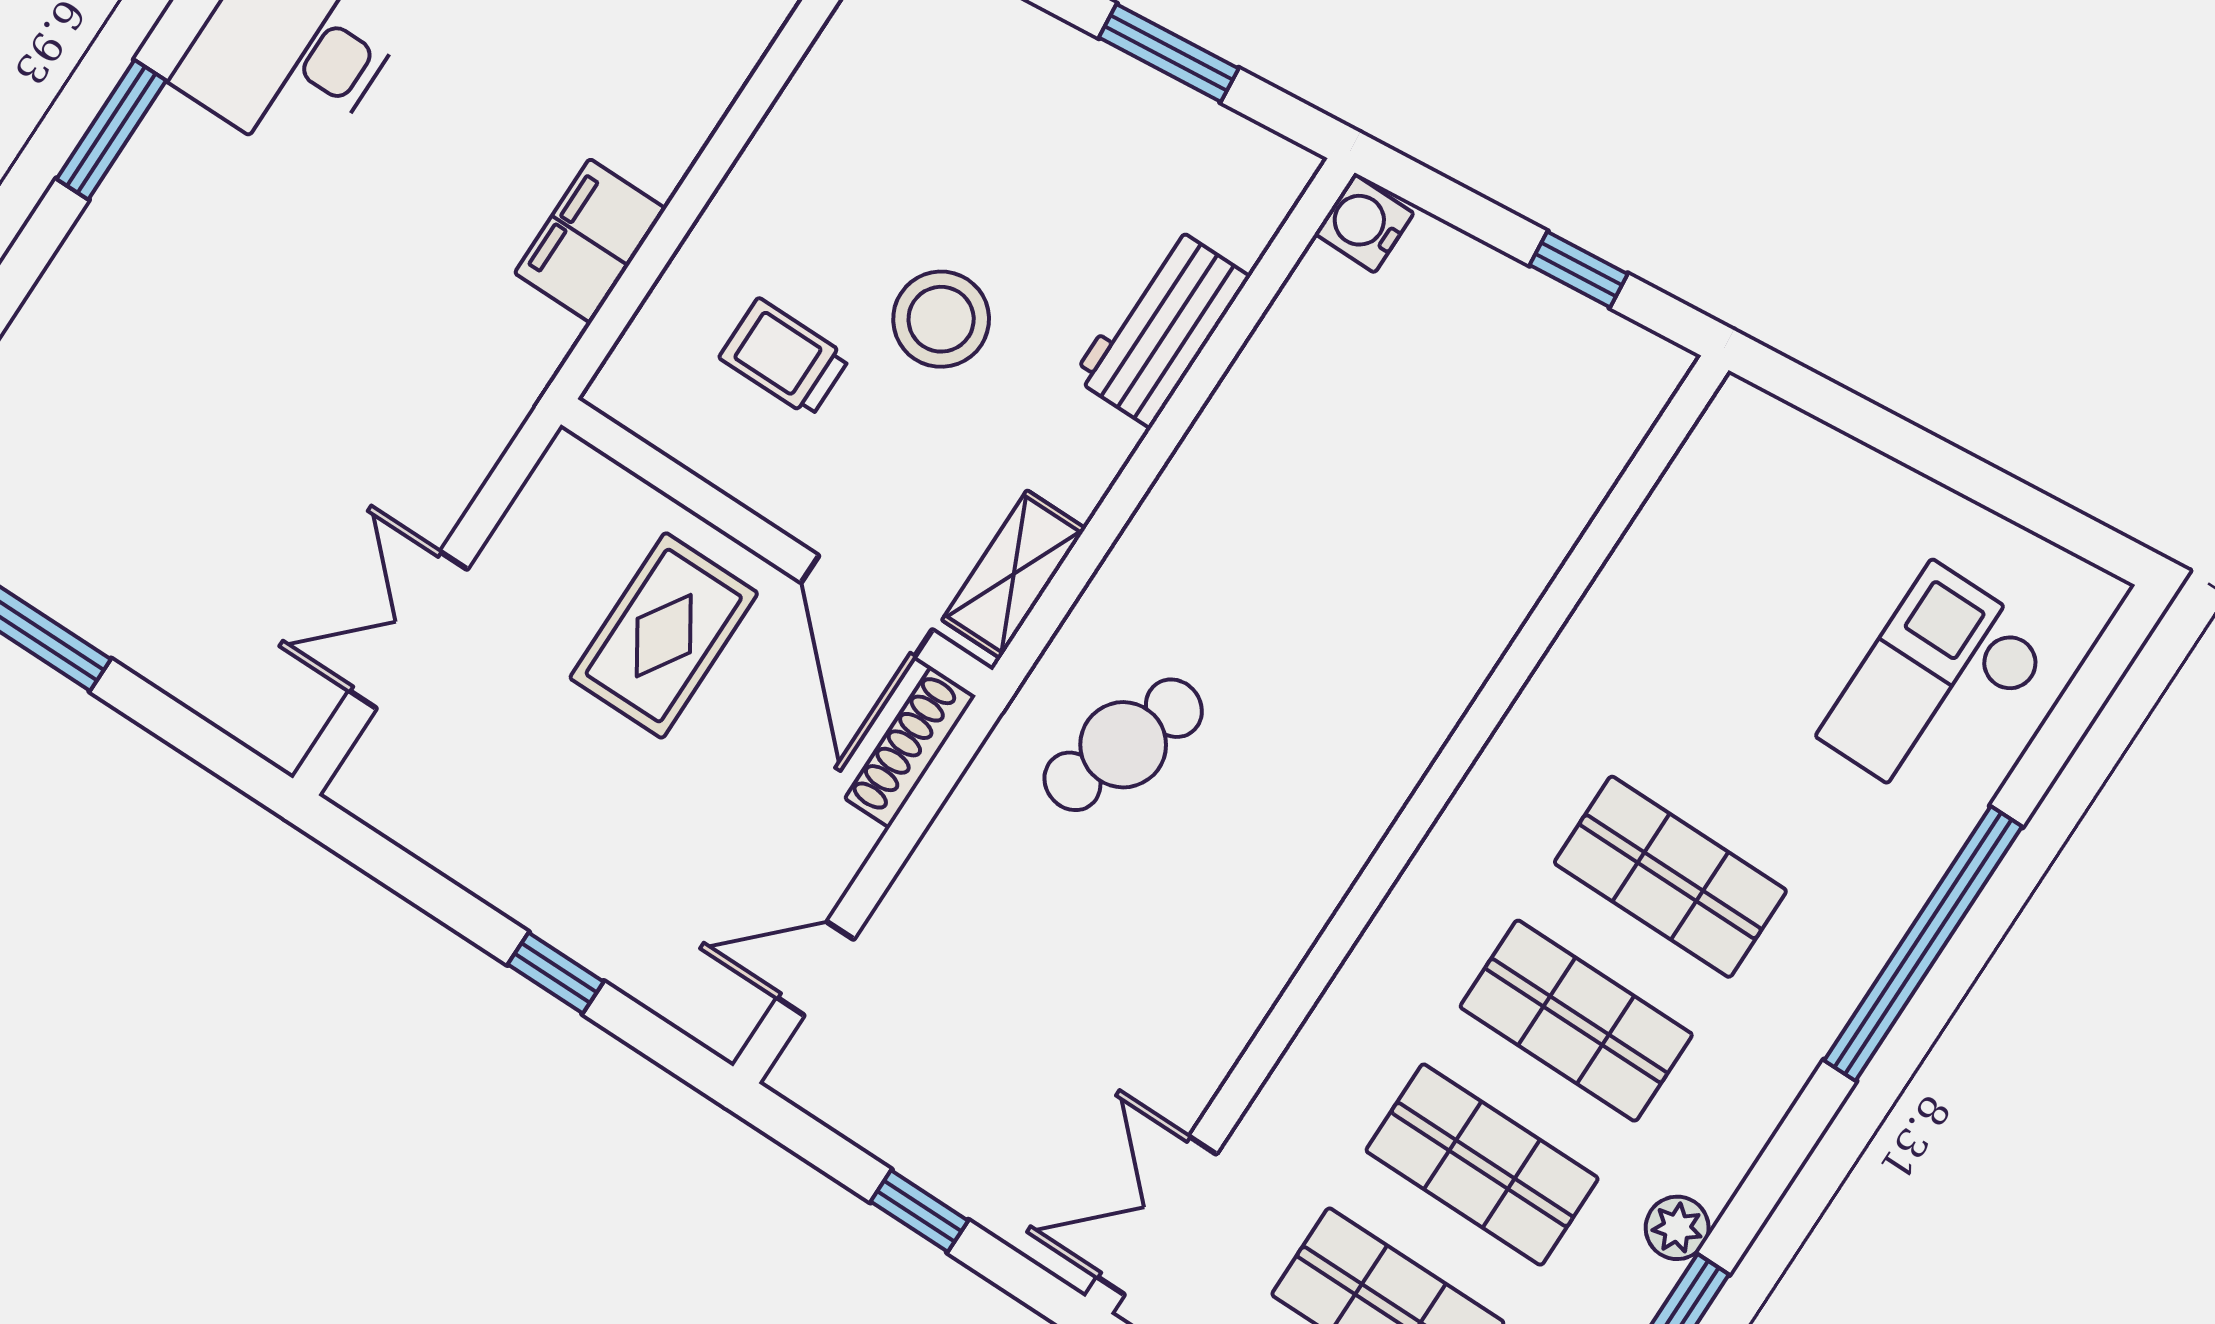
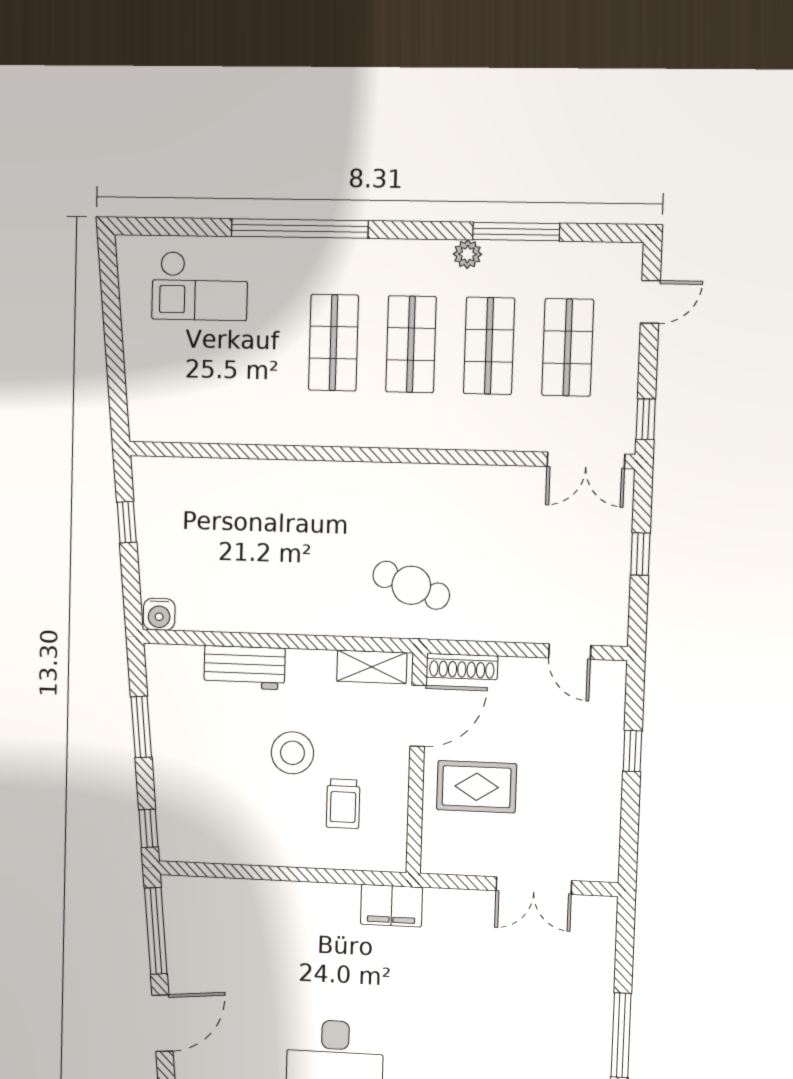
filing cabinet: (590, 241) -> (391, 906), moved

